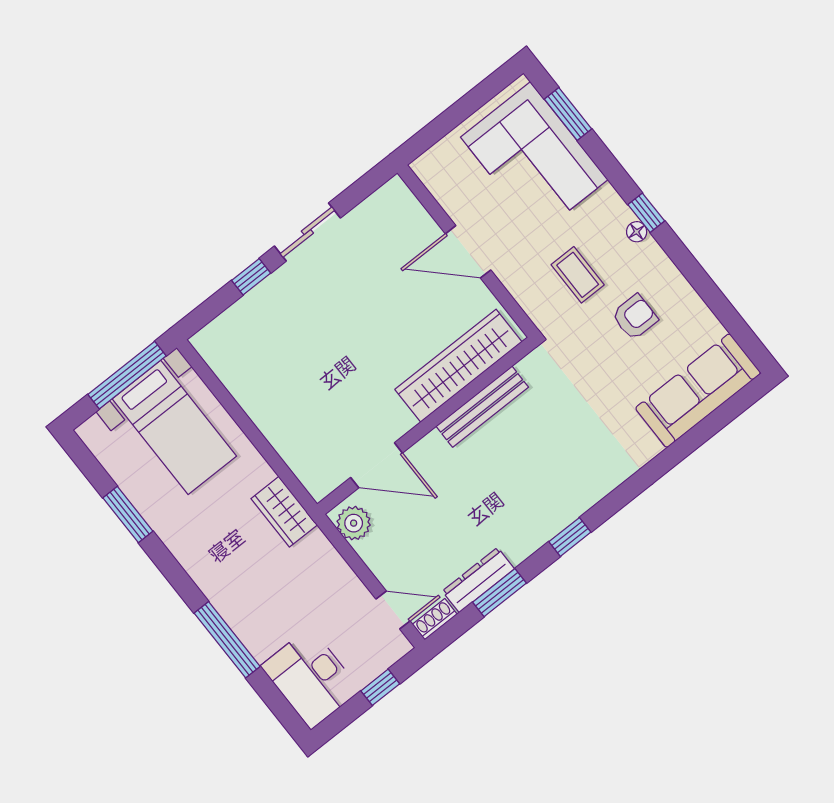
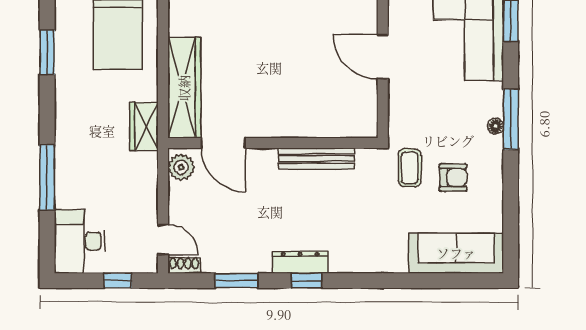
window: (646, 213) -> (511, 119), width x2.17
coffee table: (578, 275) -> (410, 168), moved
wardrobe: (458, 366) -> (184, 88), moved, turned 90
dresser: (478, 580) -> (300, 263), moved

